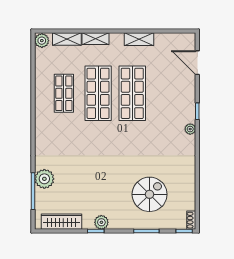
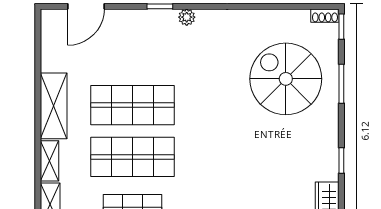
shelving: (139, 39) -> (54, 106), width x1.50, depth x1.33
spiral stairs: (150, 194) -> (286, 79), width x1.37, depth x1.37
plant: (101, 222) -> (328, 152), removed

